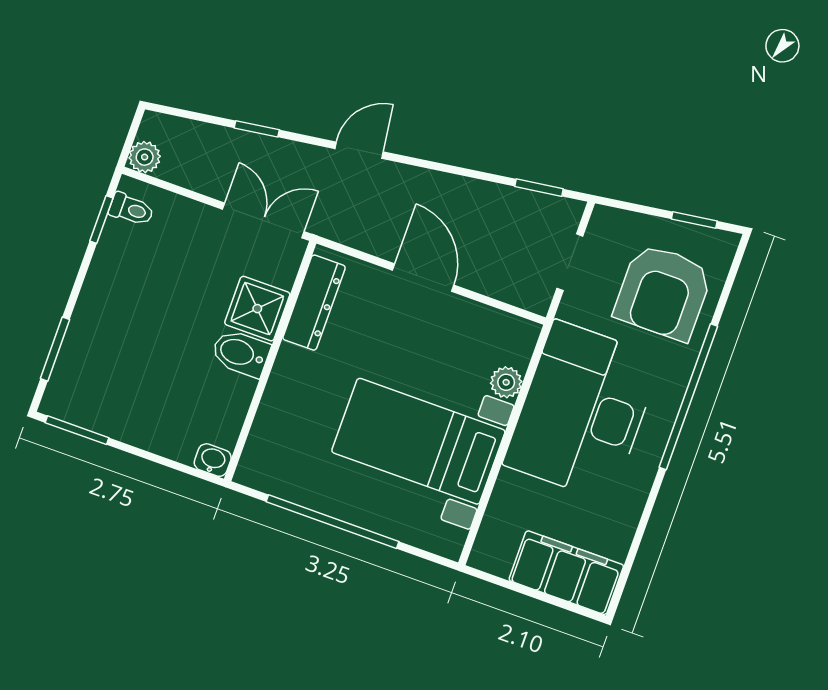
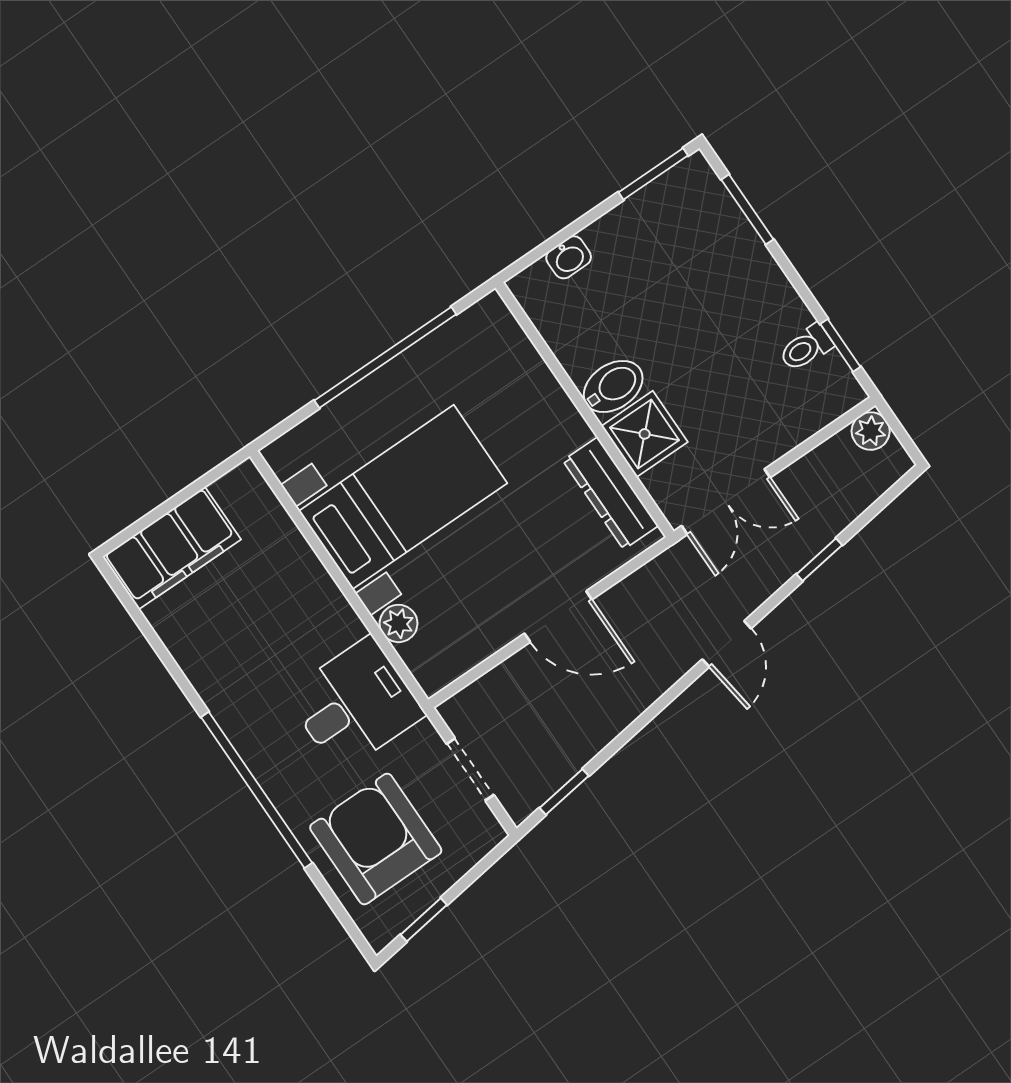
toilet: (131, 209) -> (806, 348), moved
desk: (583, 411) -> (355, 704), width x0.53, depth x0.77
washbasin: (213, 460) -> (569, 257), moved

